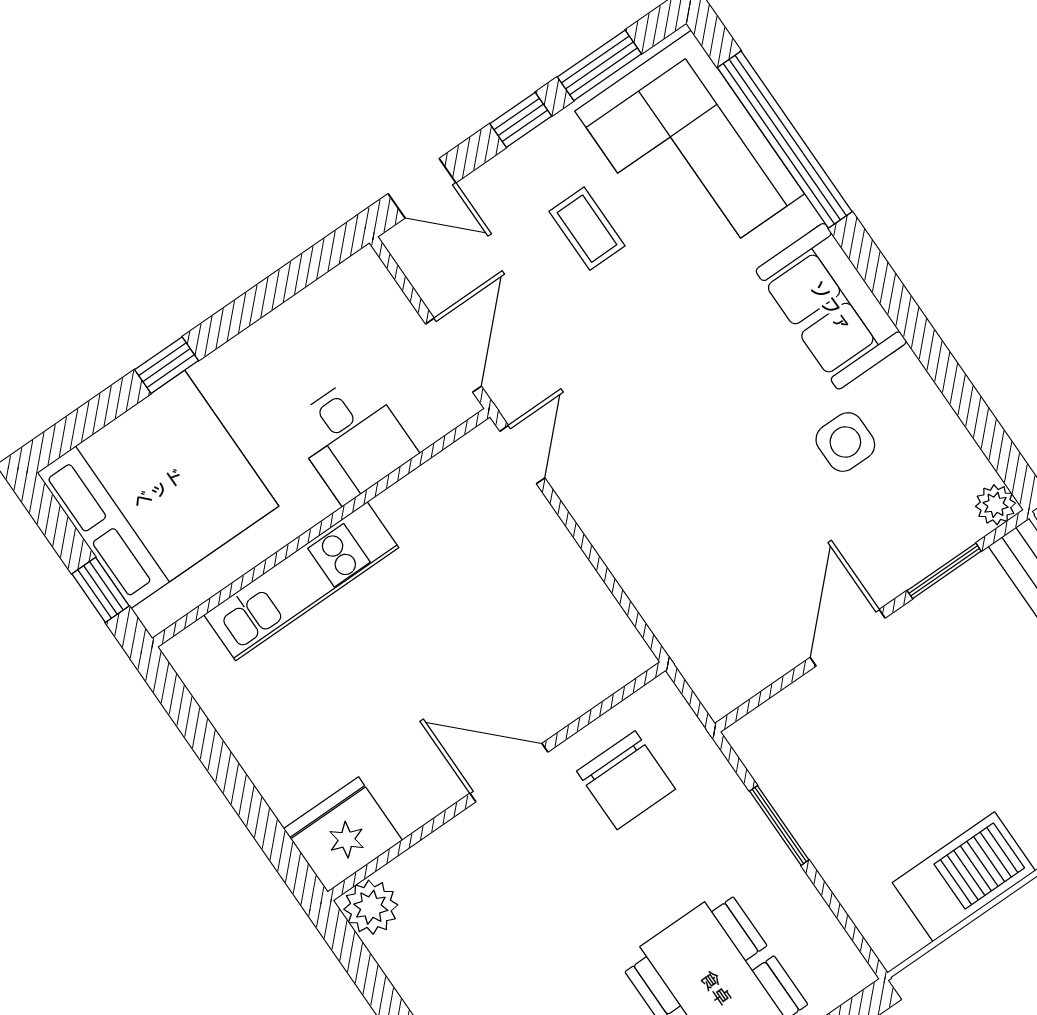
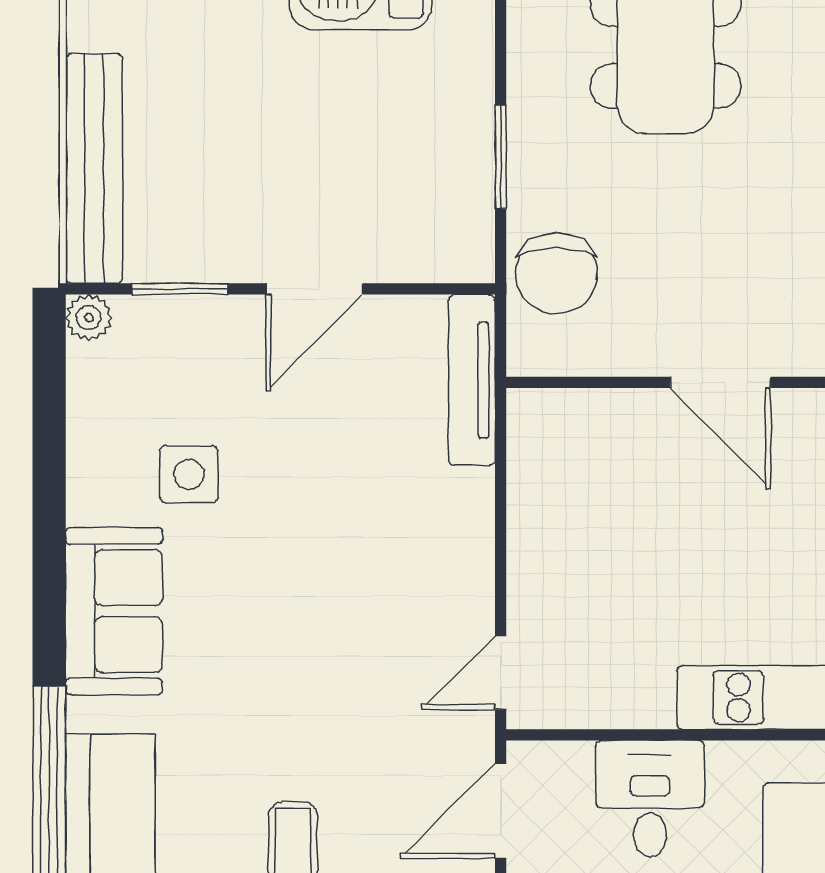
tv unit: (689, 651) -> (472, 380), added
chair: (626, 780) -> (556, 273), moved, turned 180

